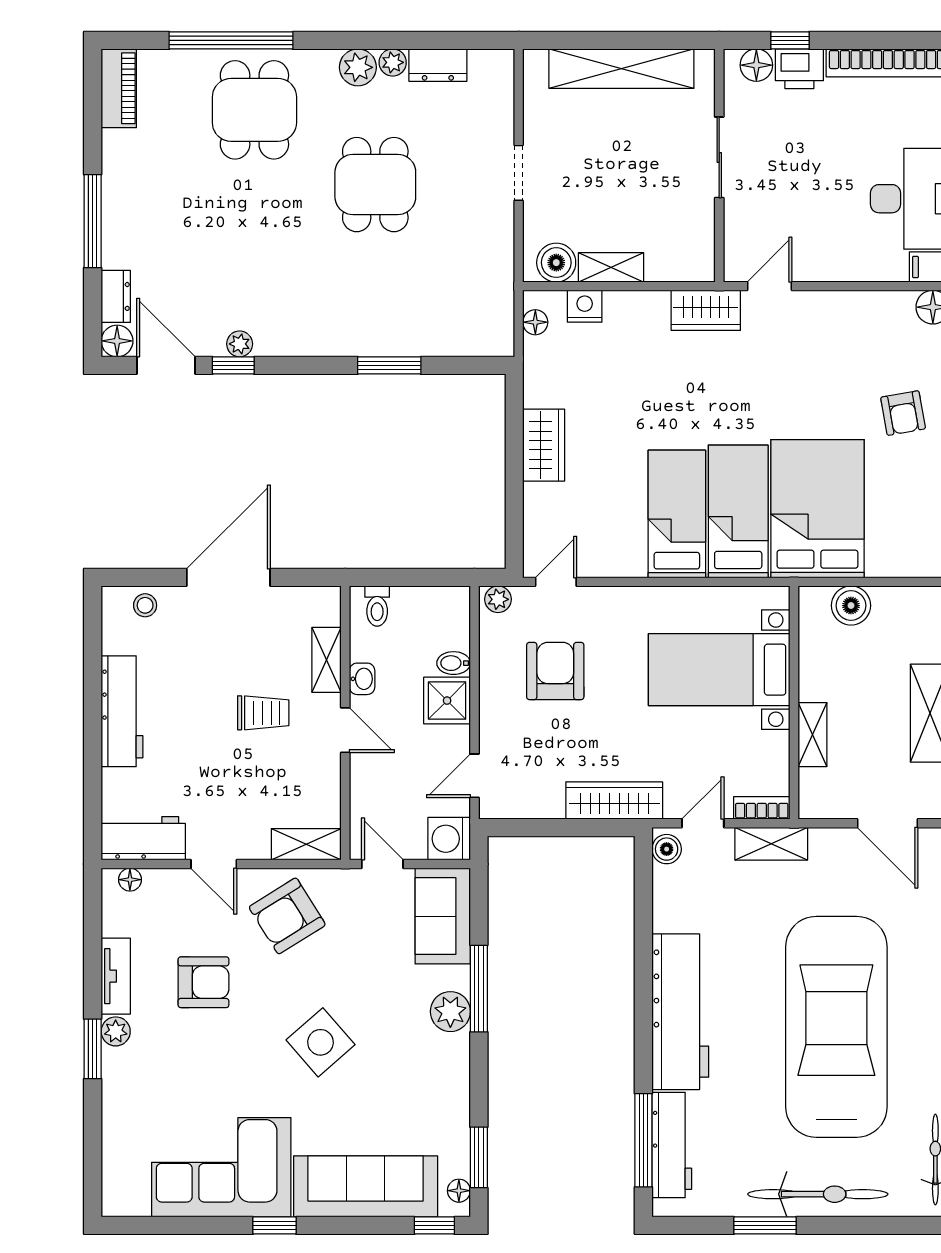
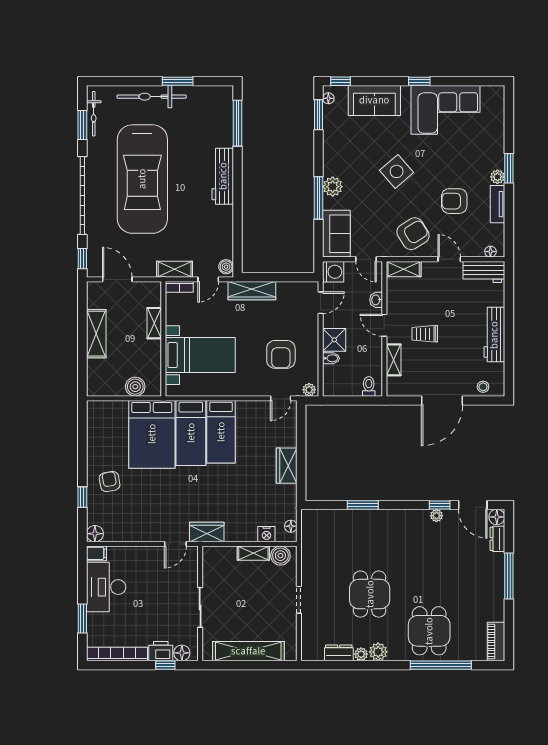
washbasin: (362, 679) -> (376, 300), moved
workbench: (680, 1012) -> (223, 176), width x0.73, depth x0.76
workbench: (672, 1145) -> (224, 121), removed
sofa: (366, 1186) -> (374, 100), width x0.73

